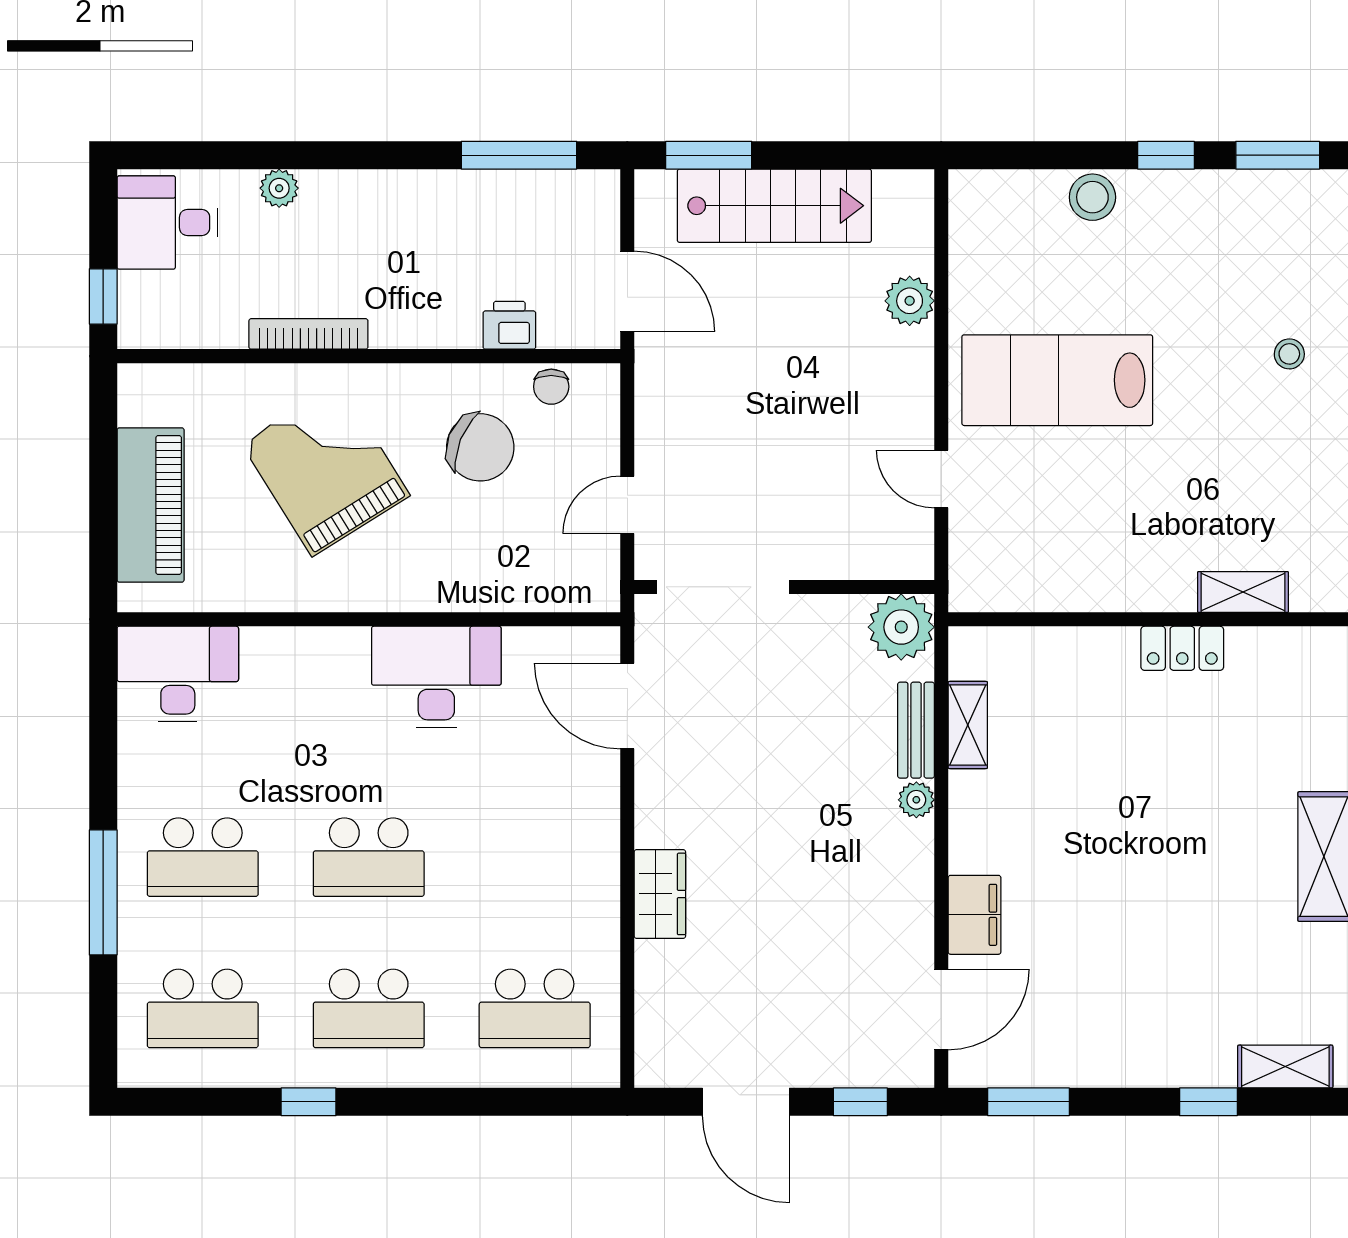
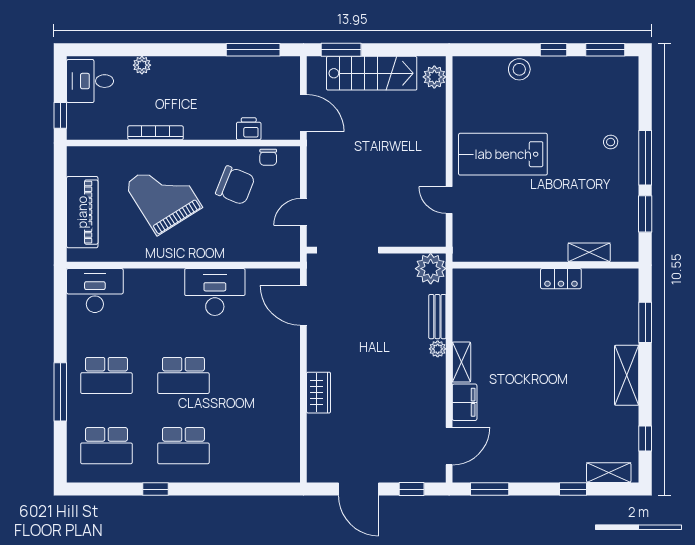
plant: (910, 301) -> (434, 77), moved
shelving: (968, 725) -> (461, 362), moved
school desk: (535, 1008) -> (260, 446), removed

